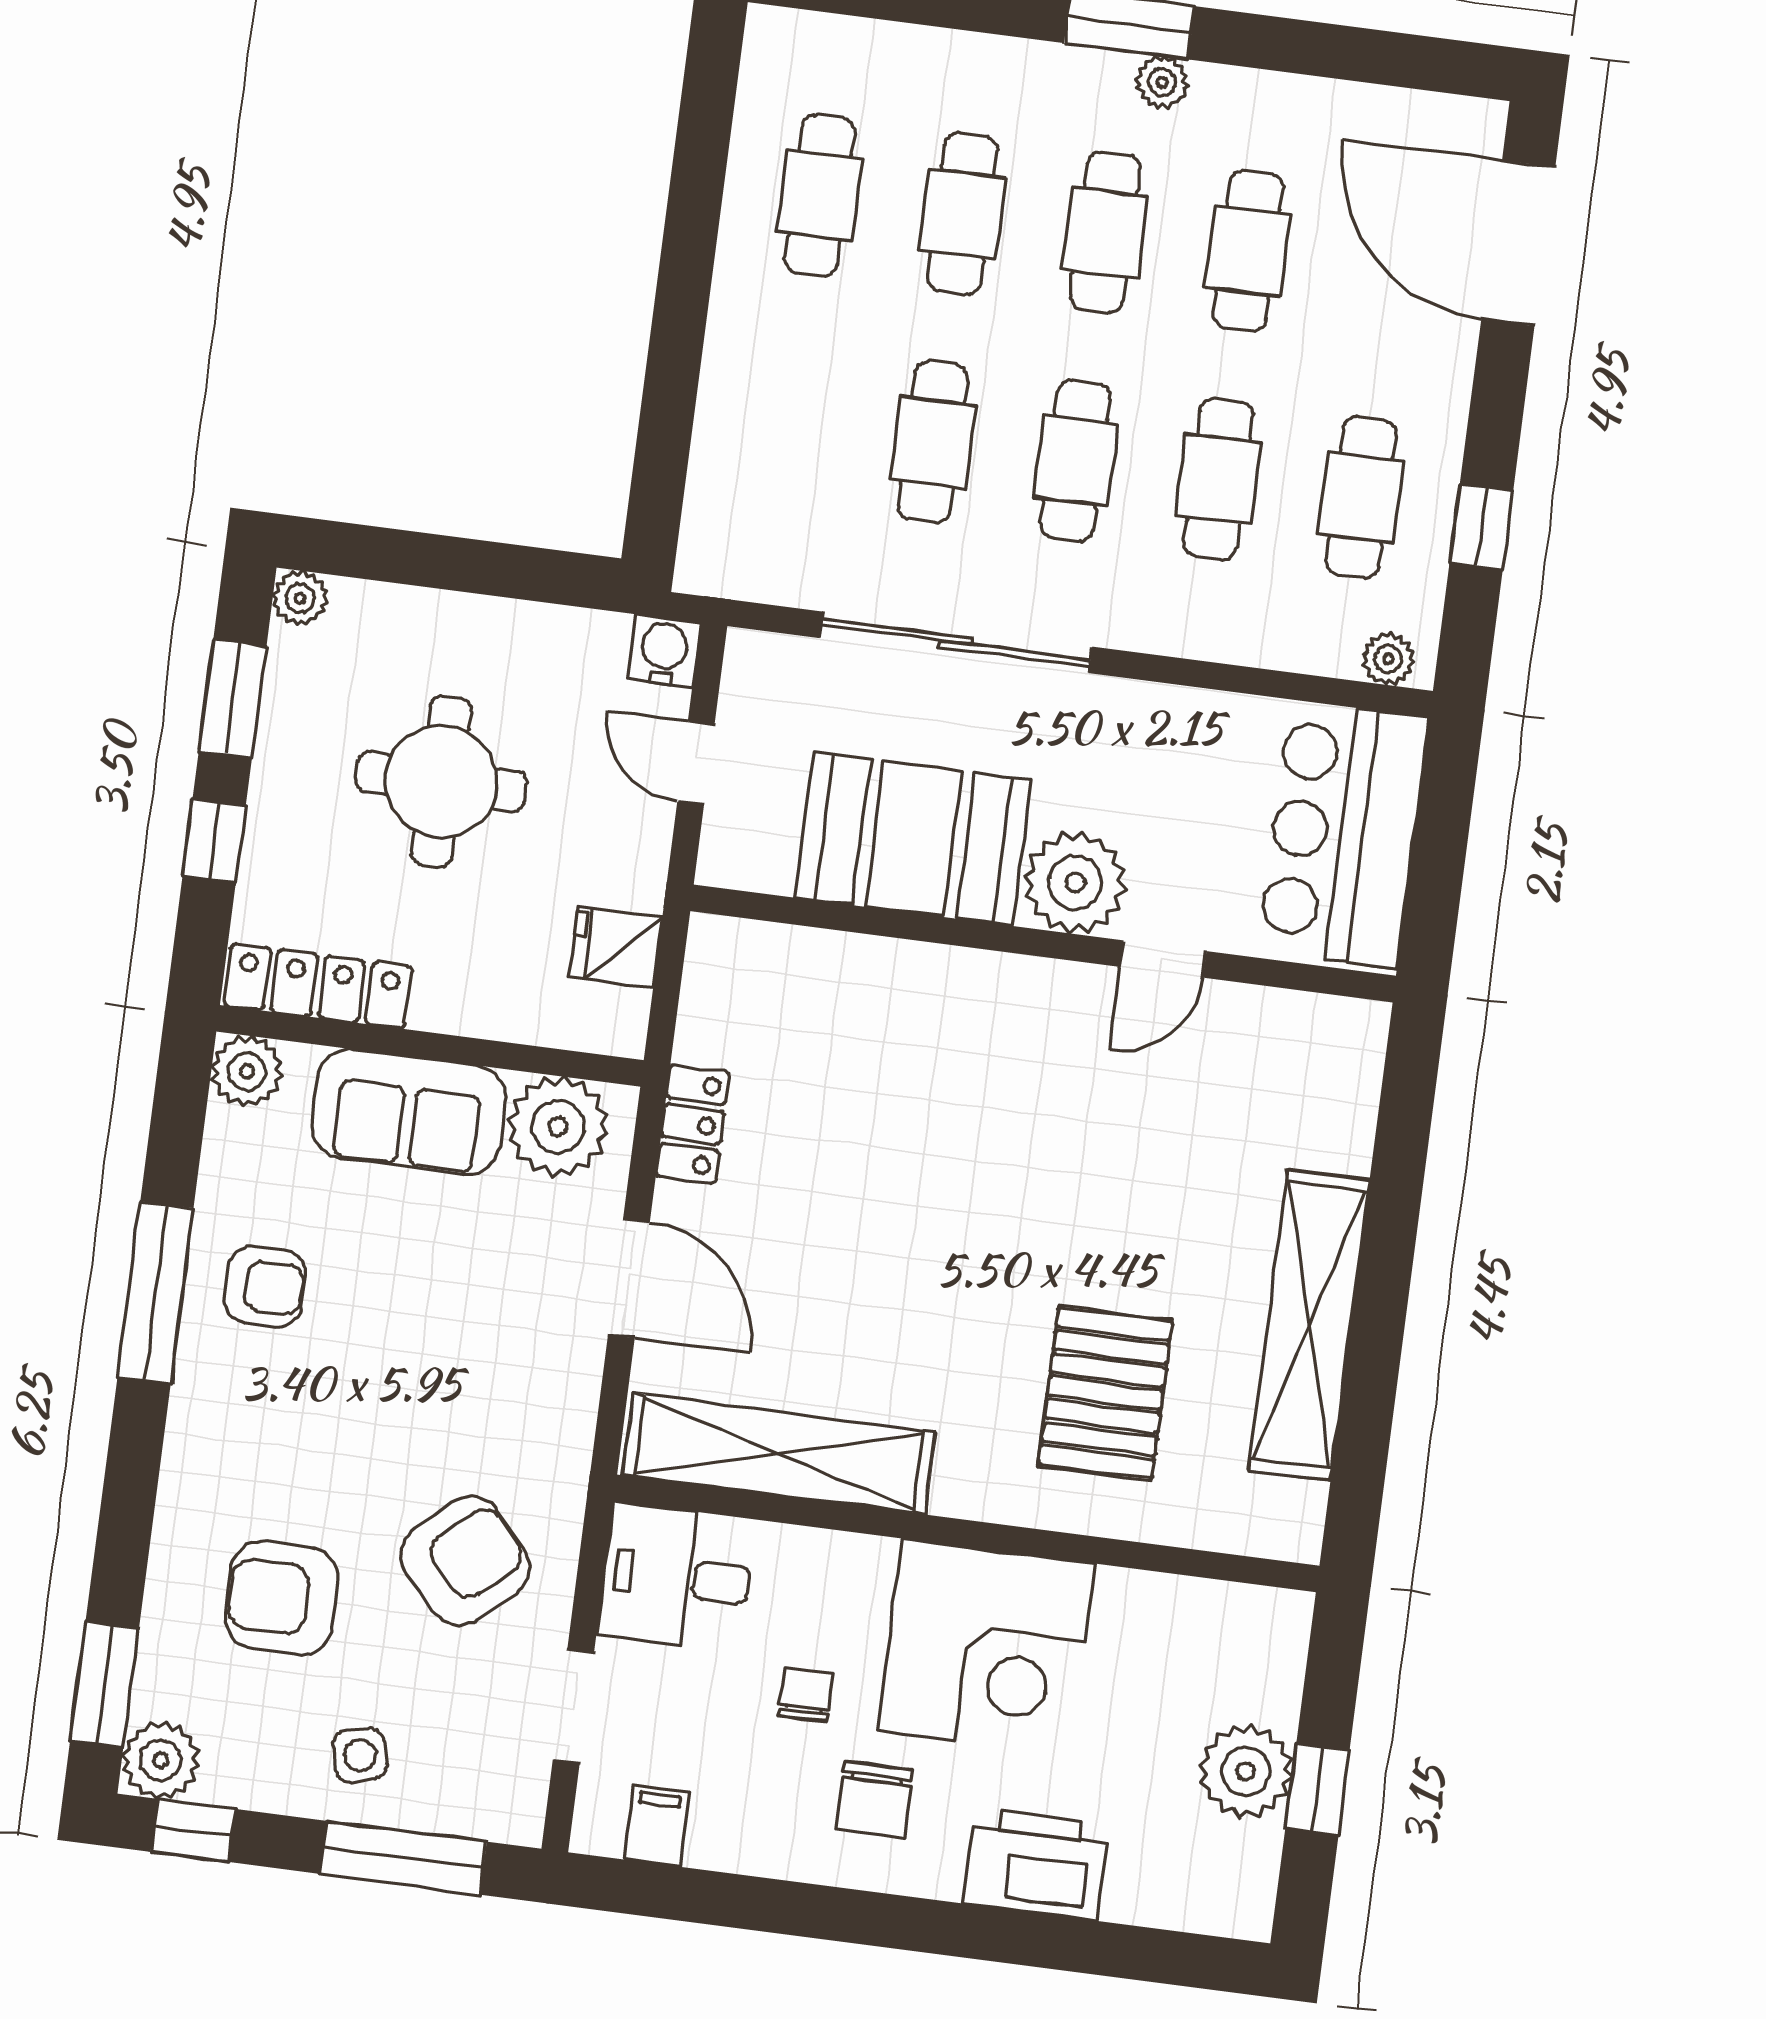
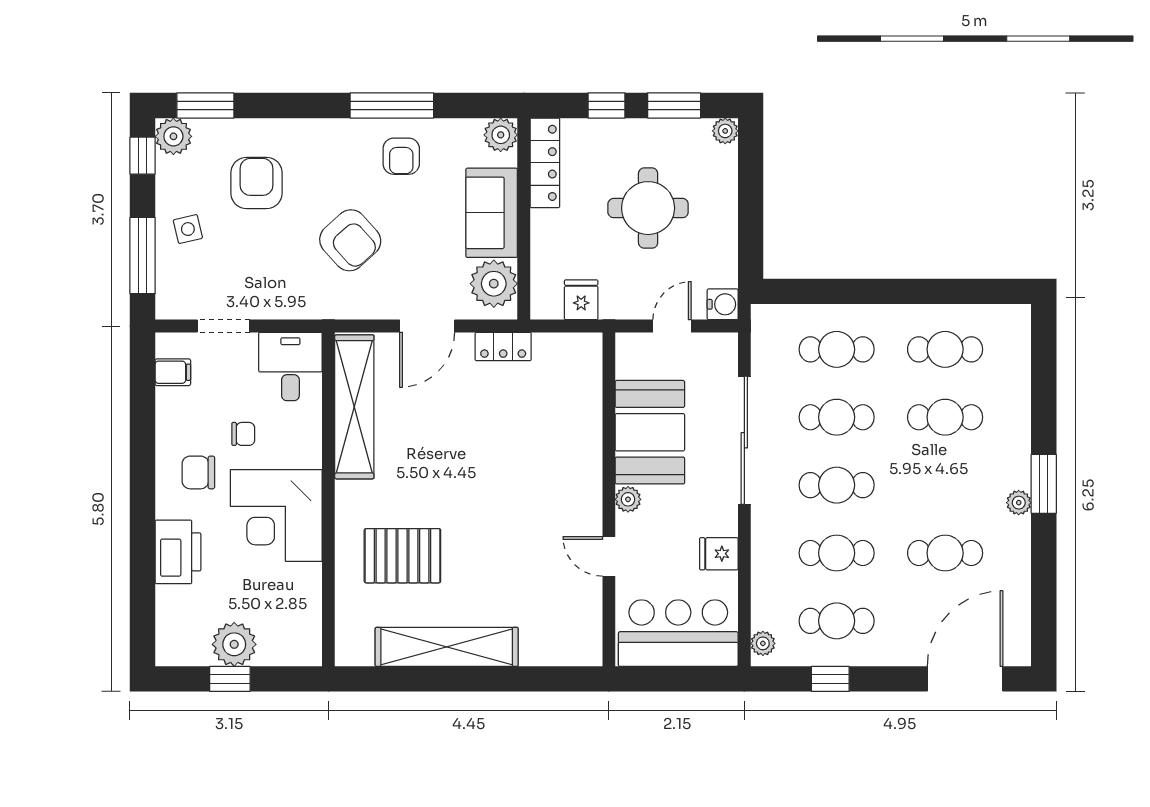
cafe table: (1105, 232) -> (837, 349), moved
fridge: (1188, 727) -> (719, 554), added
plant: (1075, 883) -> (628, 499), width x0.53, depth x0.53
armchair: (465, 1561) -> (350, 240), moved

